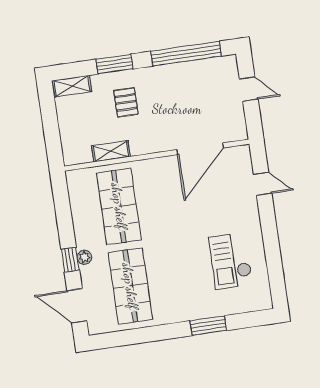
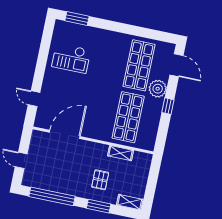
plant: (84, 257) -> (158, 89), width x1.87, depth x1.87
window: (70, 260) -> (168, 106), moved
checkout: (231, 261) -> (71, 58), turned 90
window: (208, 326) -> (77, 18), moved

